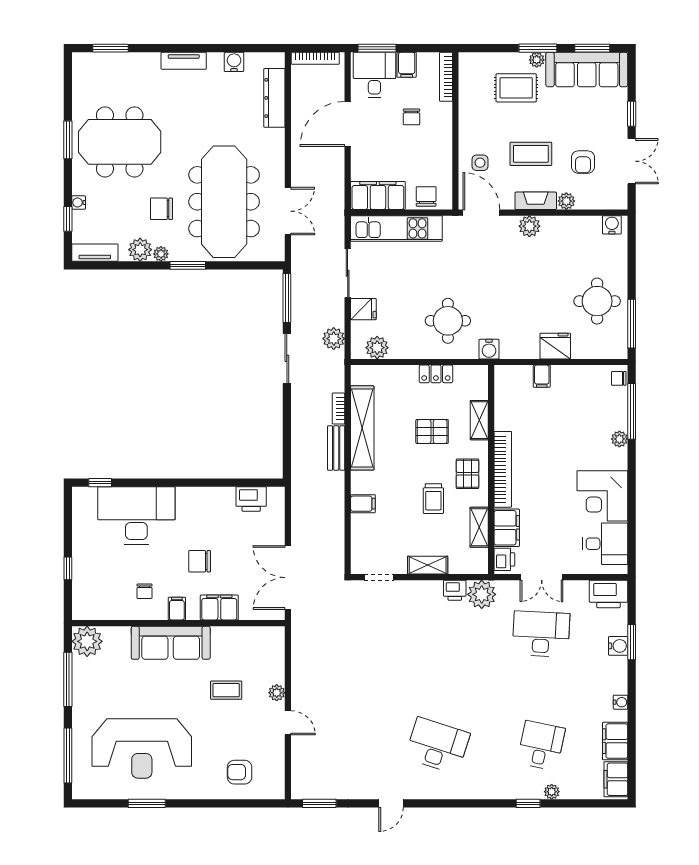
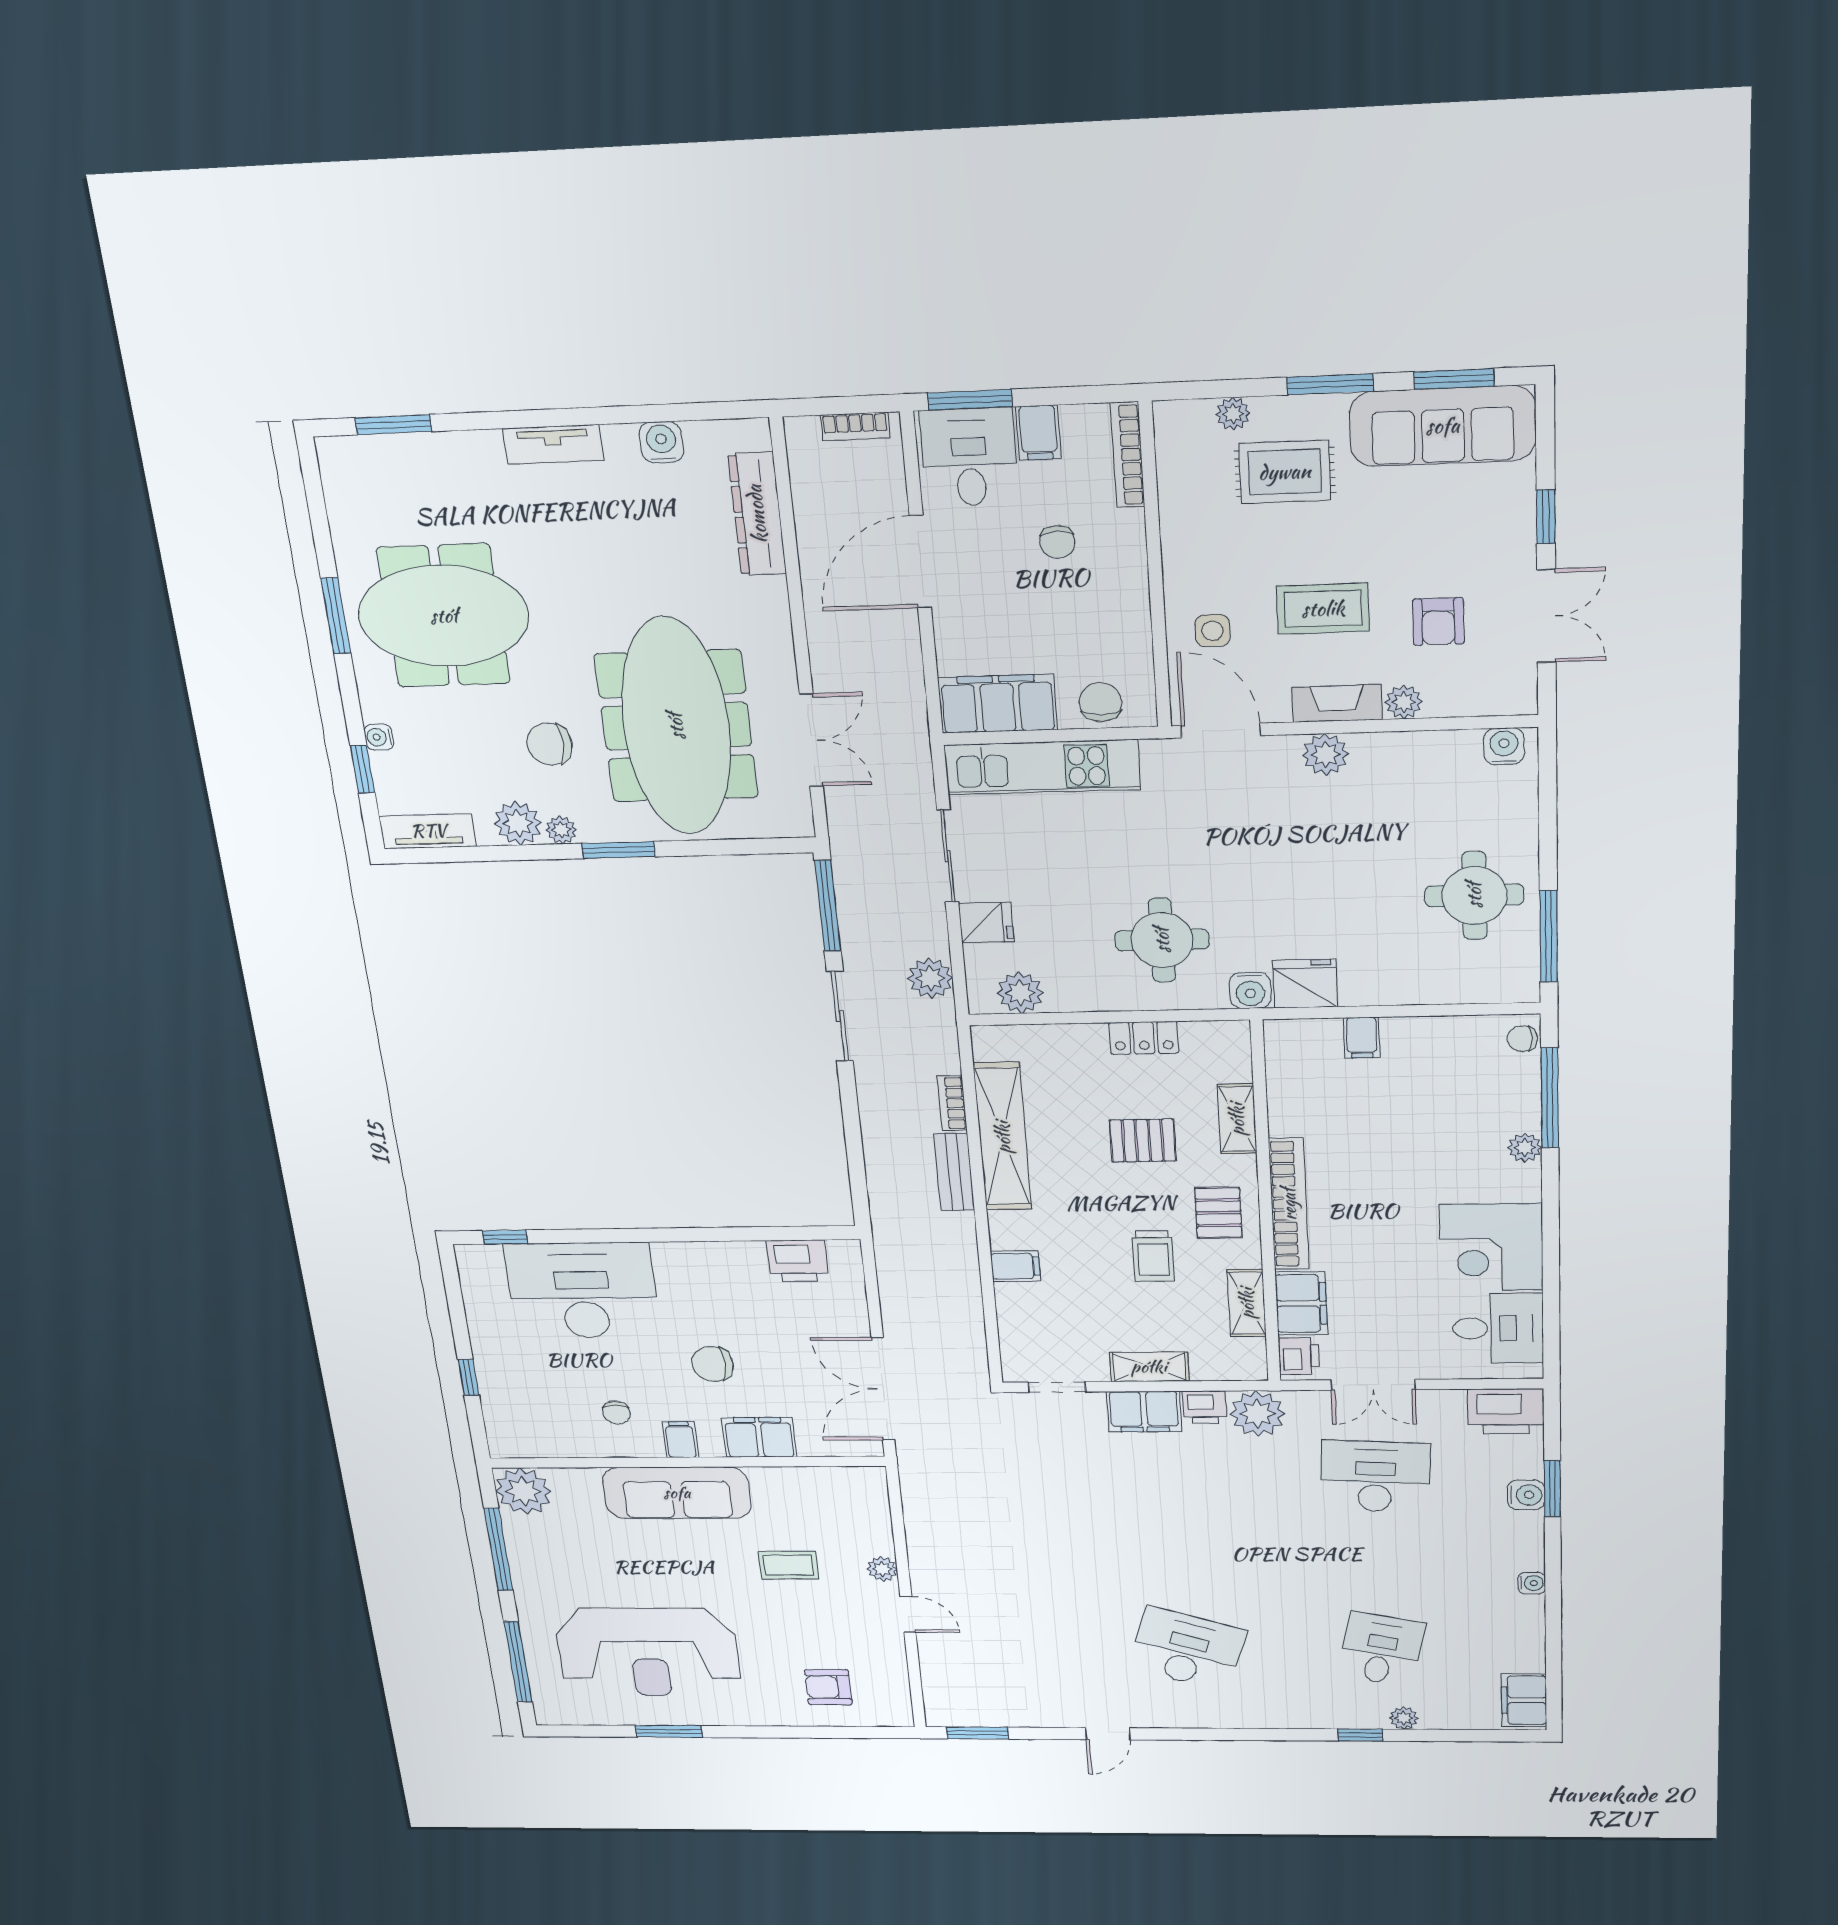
bookcase: (315, 58) -> (855, 426), width x0.64
plant: (537, 60) -> (1233, 414), moved
fridge: (555, 346) -> (1305, 984), moved
filing cabinet: (615, 741) -> (1144, 1412), moved, turned -90

